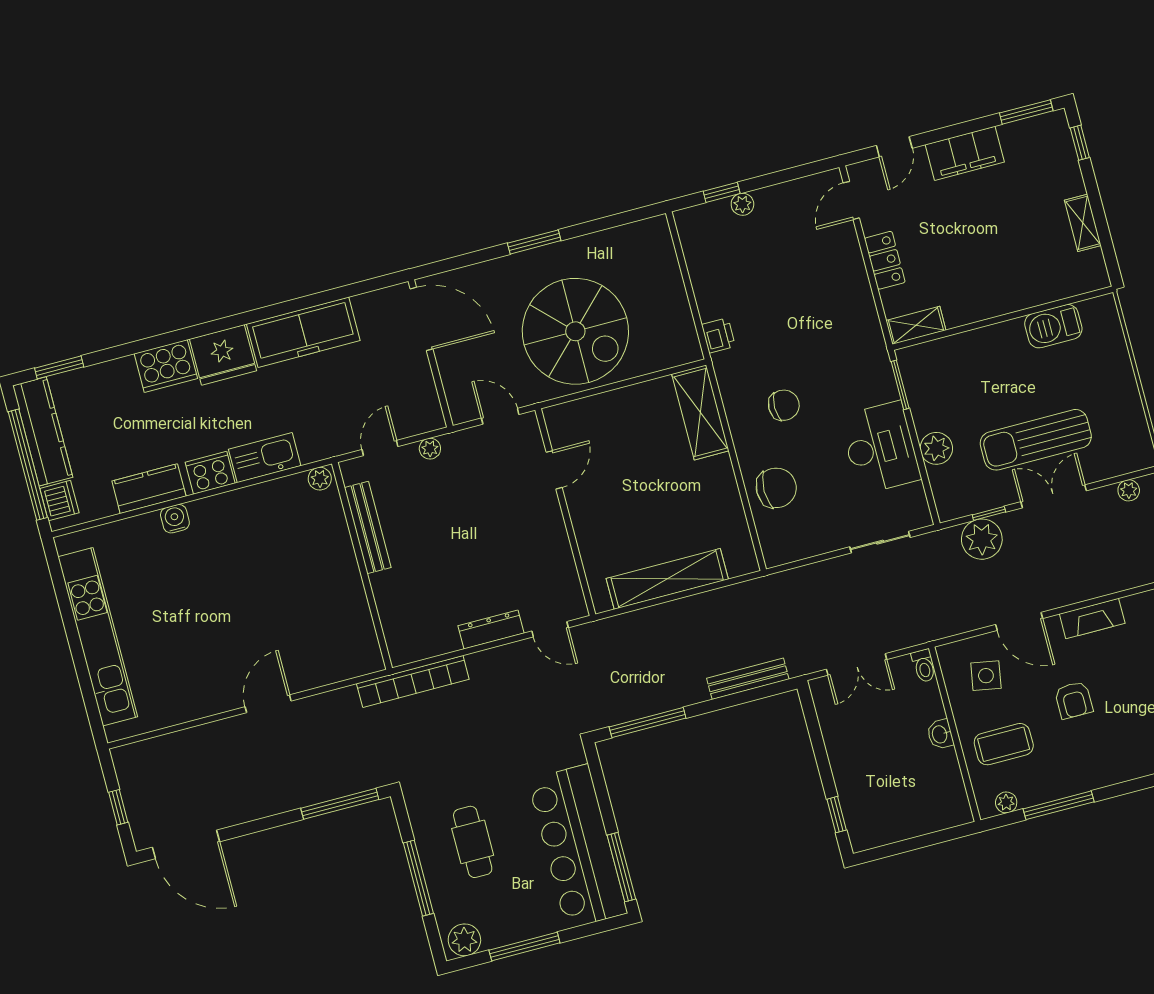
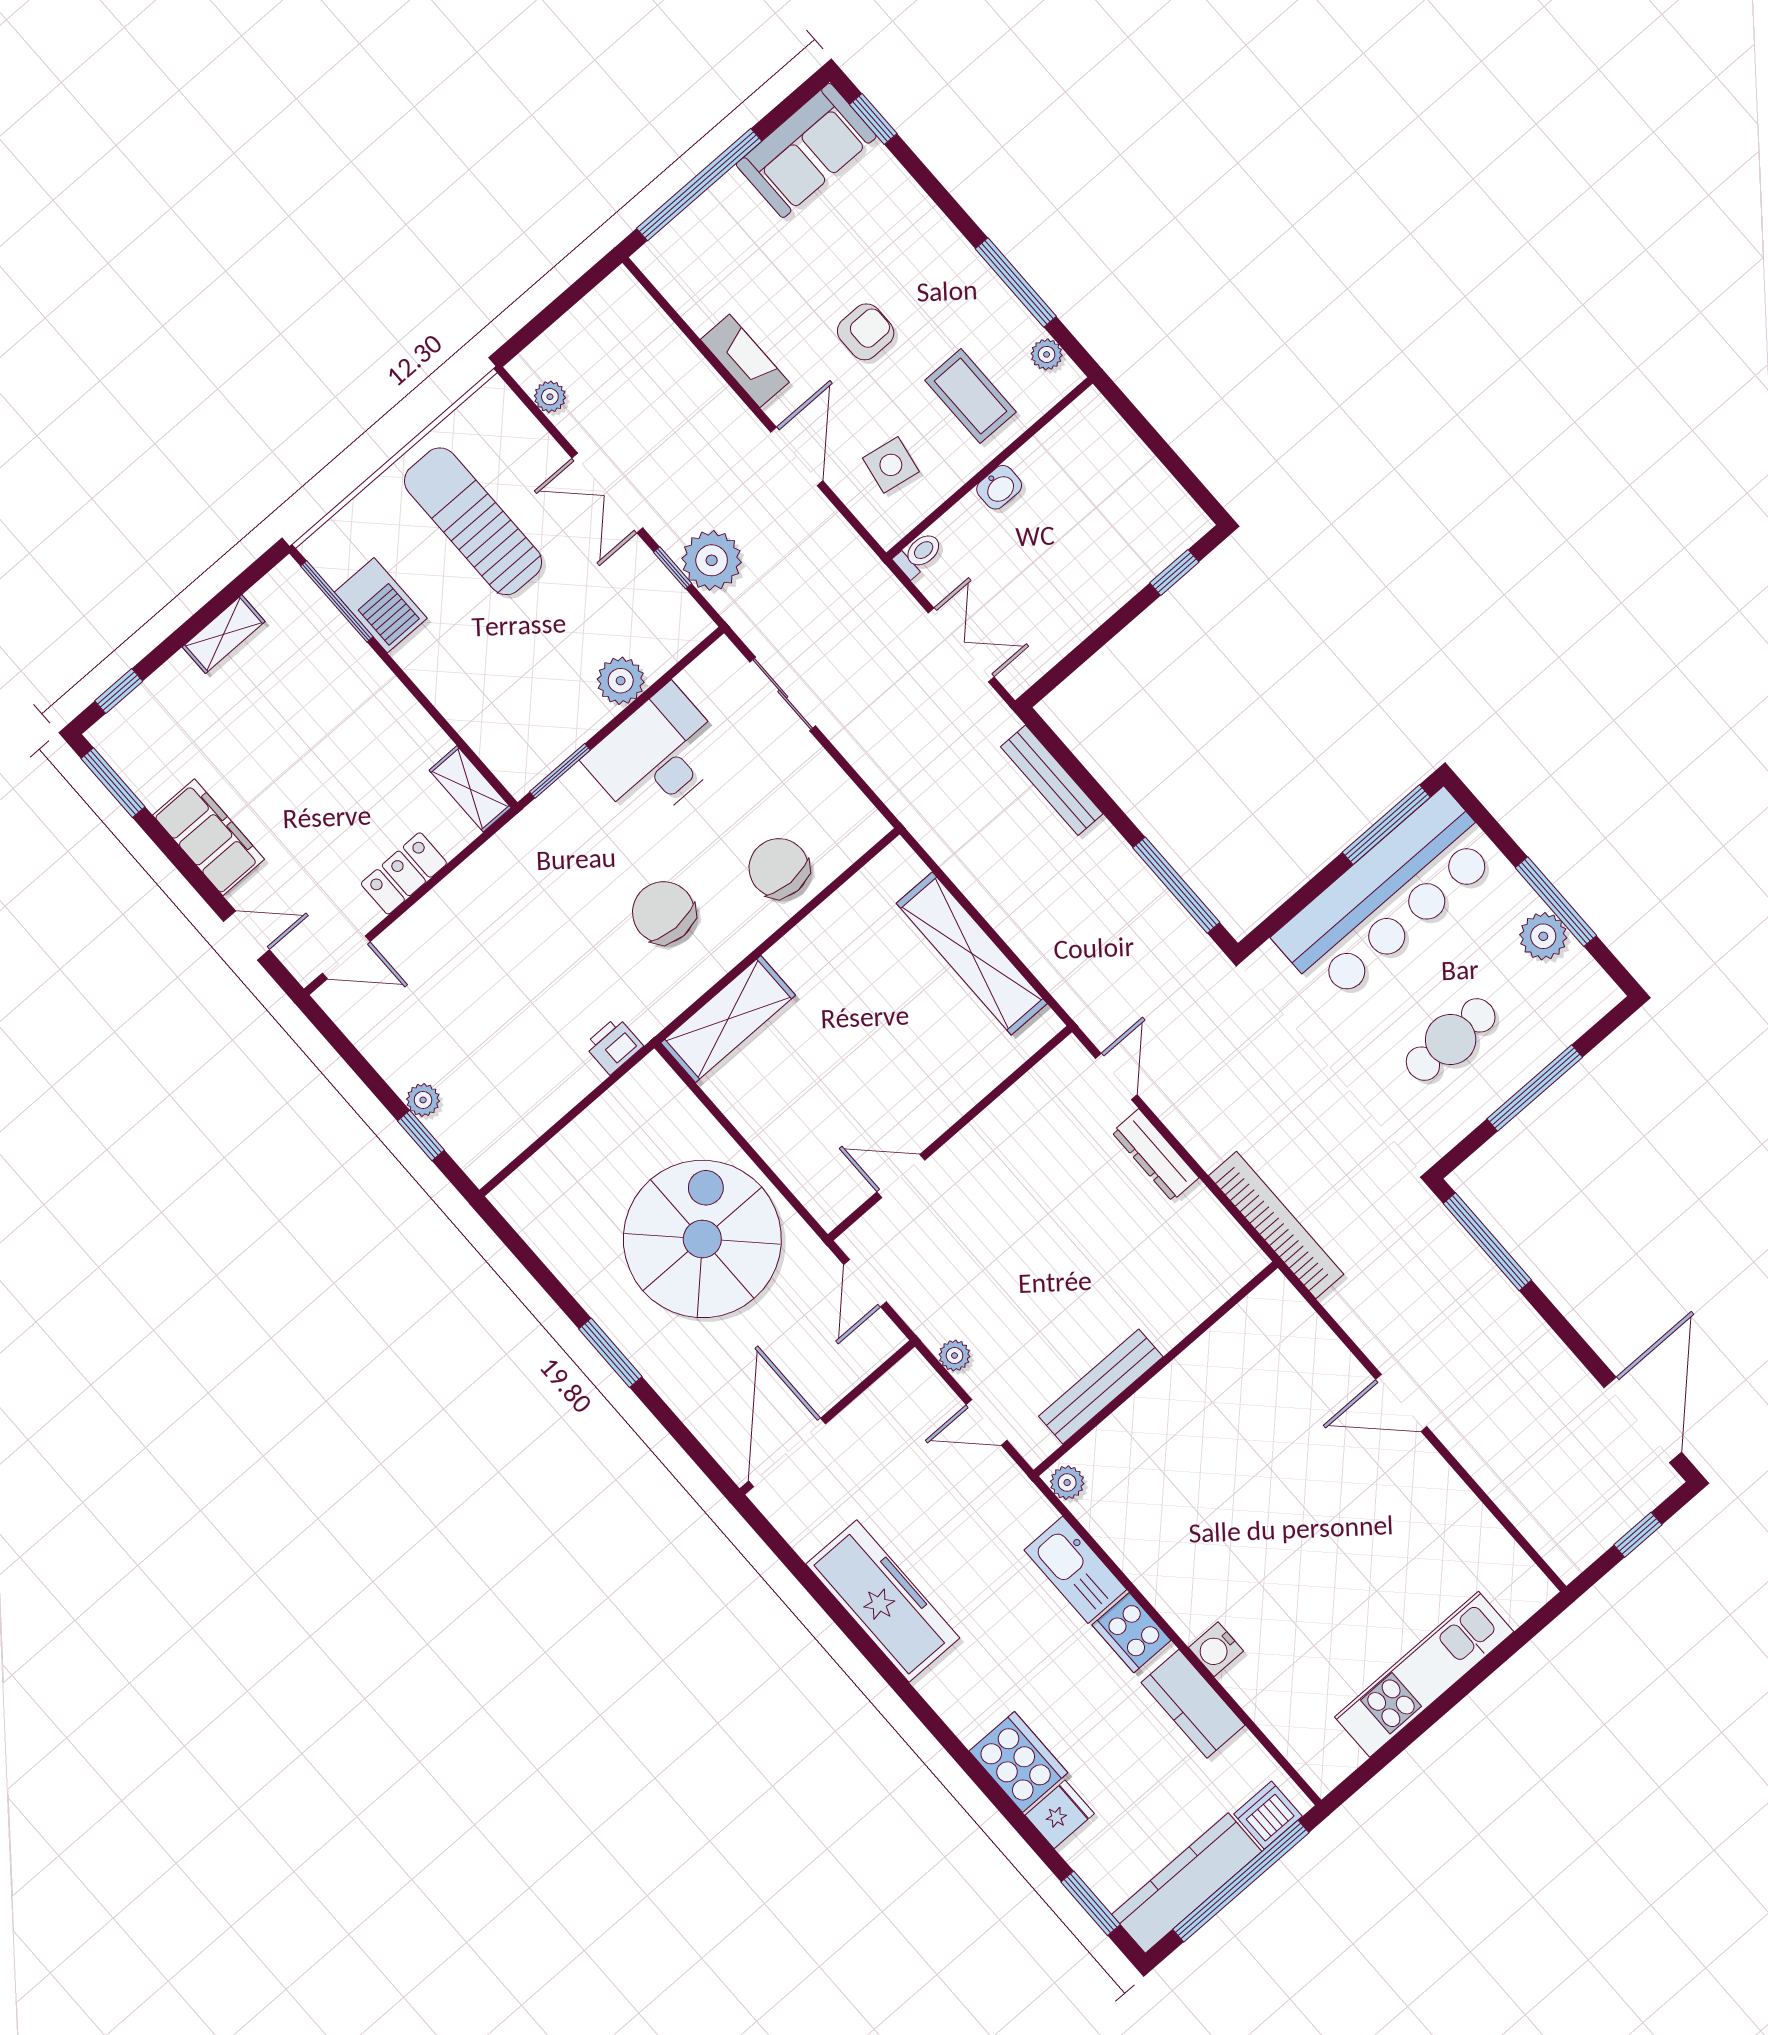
window: (1069, 301) -> (337, 601), added
fridge: (223, 355) -> (1060, 1814), moved, width x0.53, depth x0.75
chair: (784, 405) -> (663, 912), width x1.37, depth x1.37
sun lounger: (1036, 440) -> (473, 521), moved, turned 180
kitchen unit: (98, 637) -> (1424, 1674), width x0.73
plant: (464, 940) -> (1543, 936), moved

